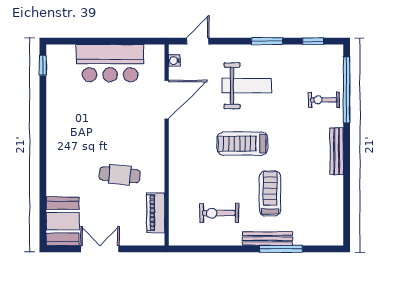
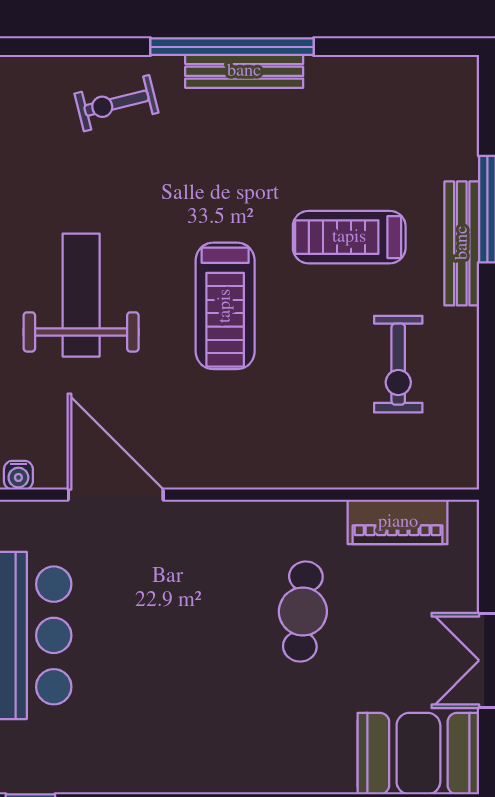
window: (347, 90) -> (232, 47), moved
exercise bike: (324, 100) -> (116, 103), turned 76

